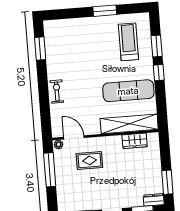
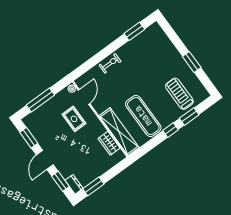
treadmill: (128, 42) -> (179, 94), turned -90
window: (50, 170) -> (40, 100), moved

